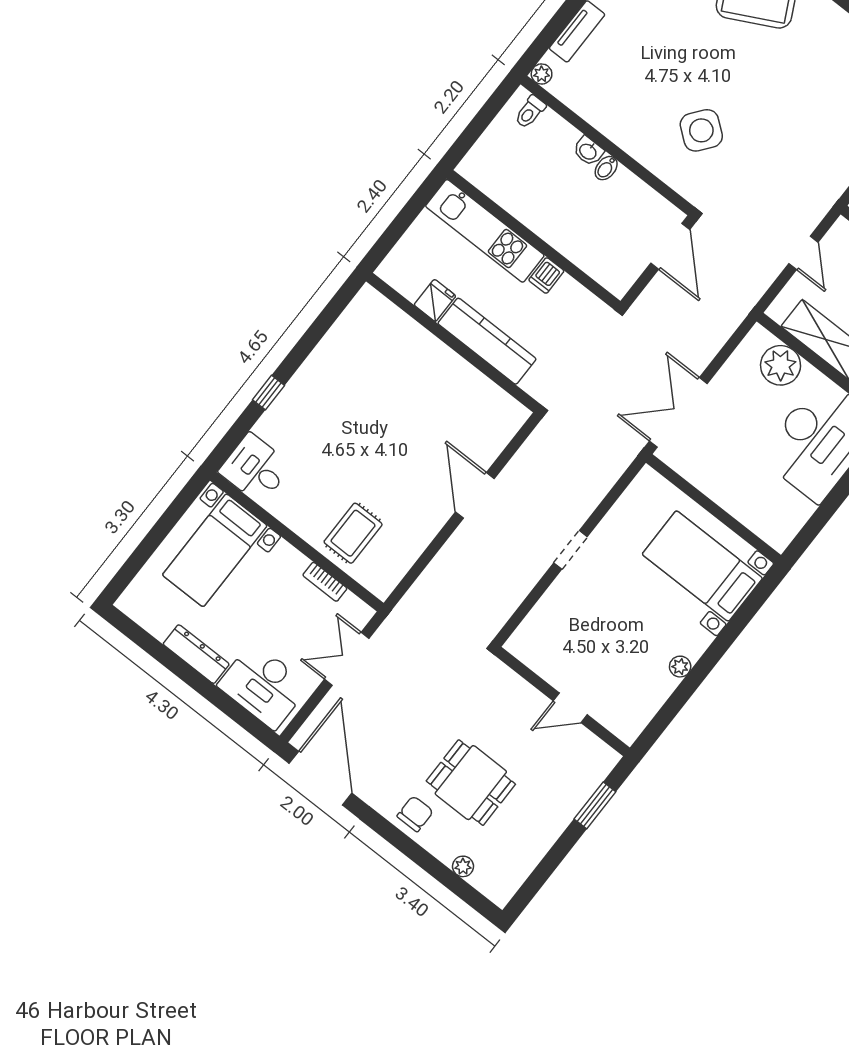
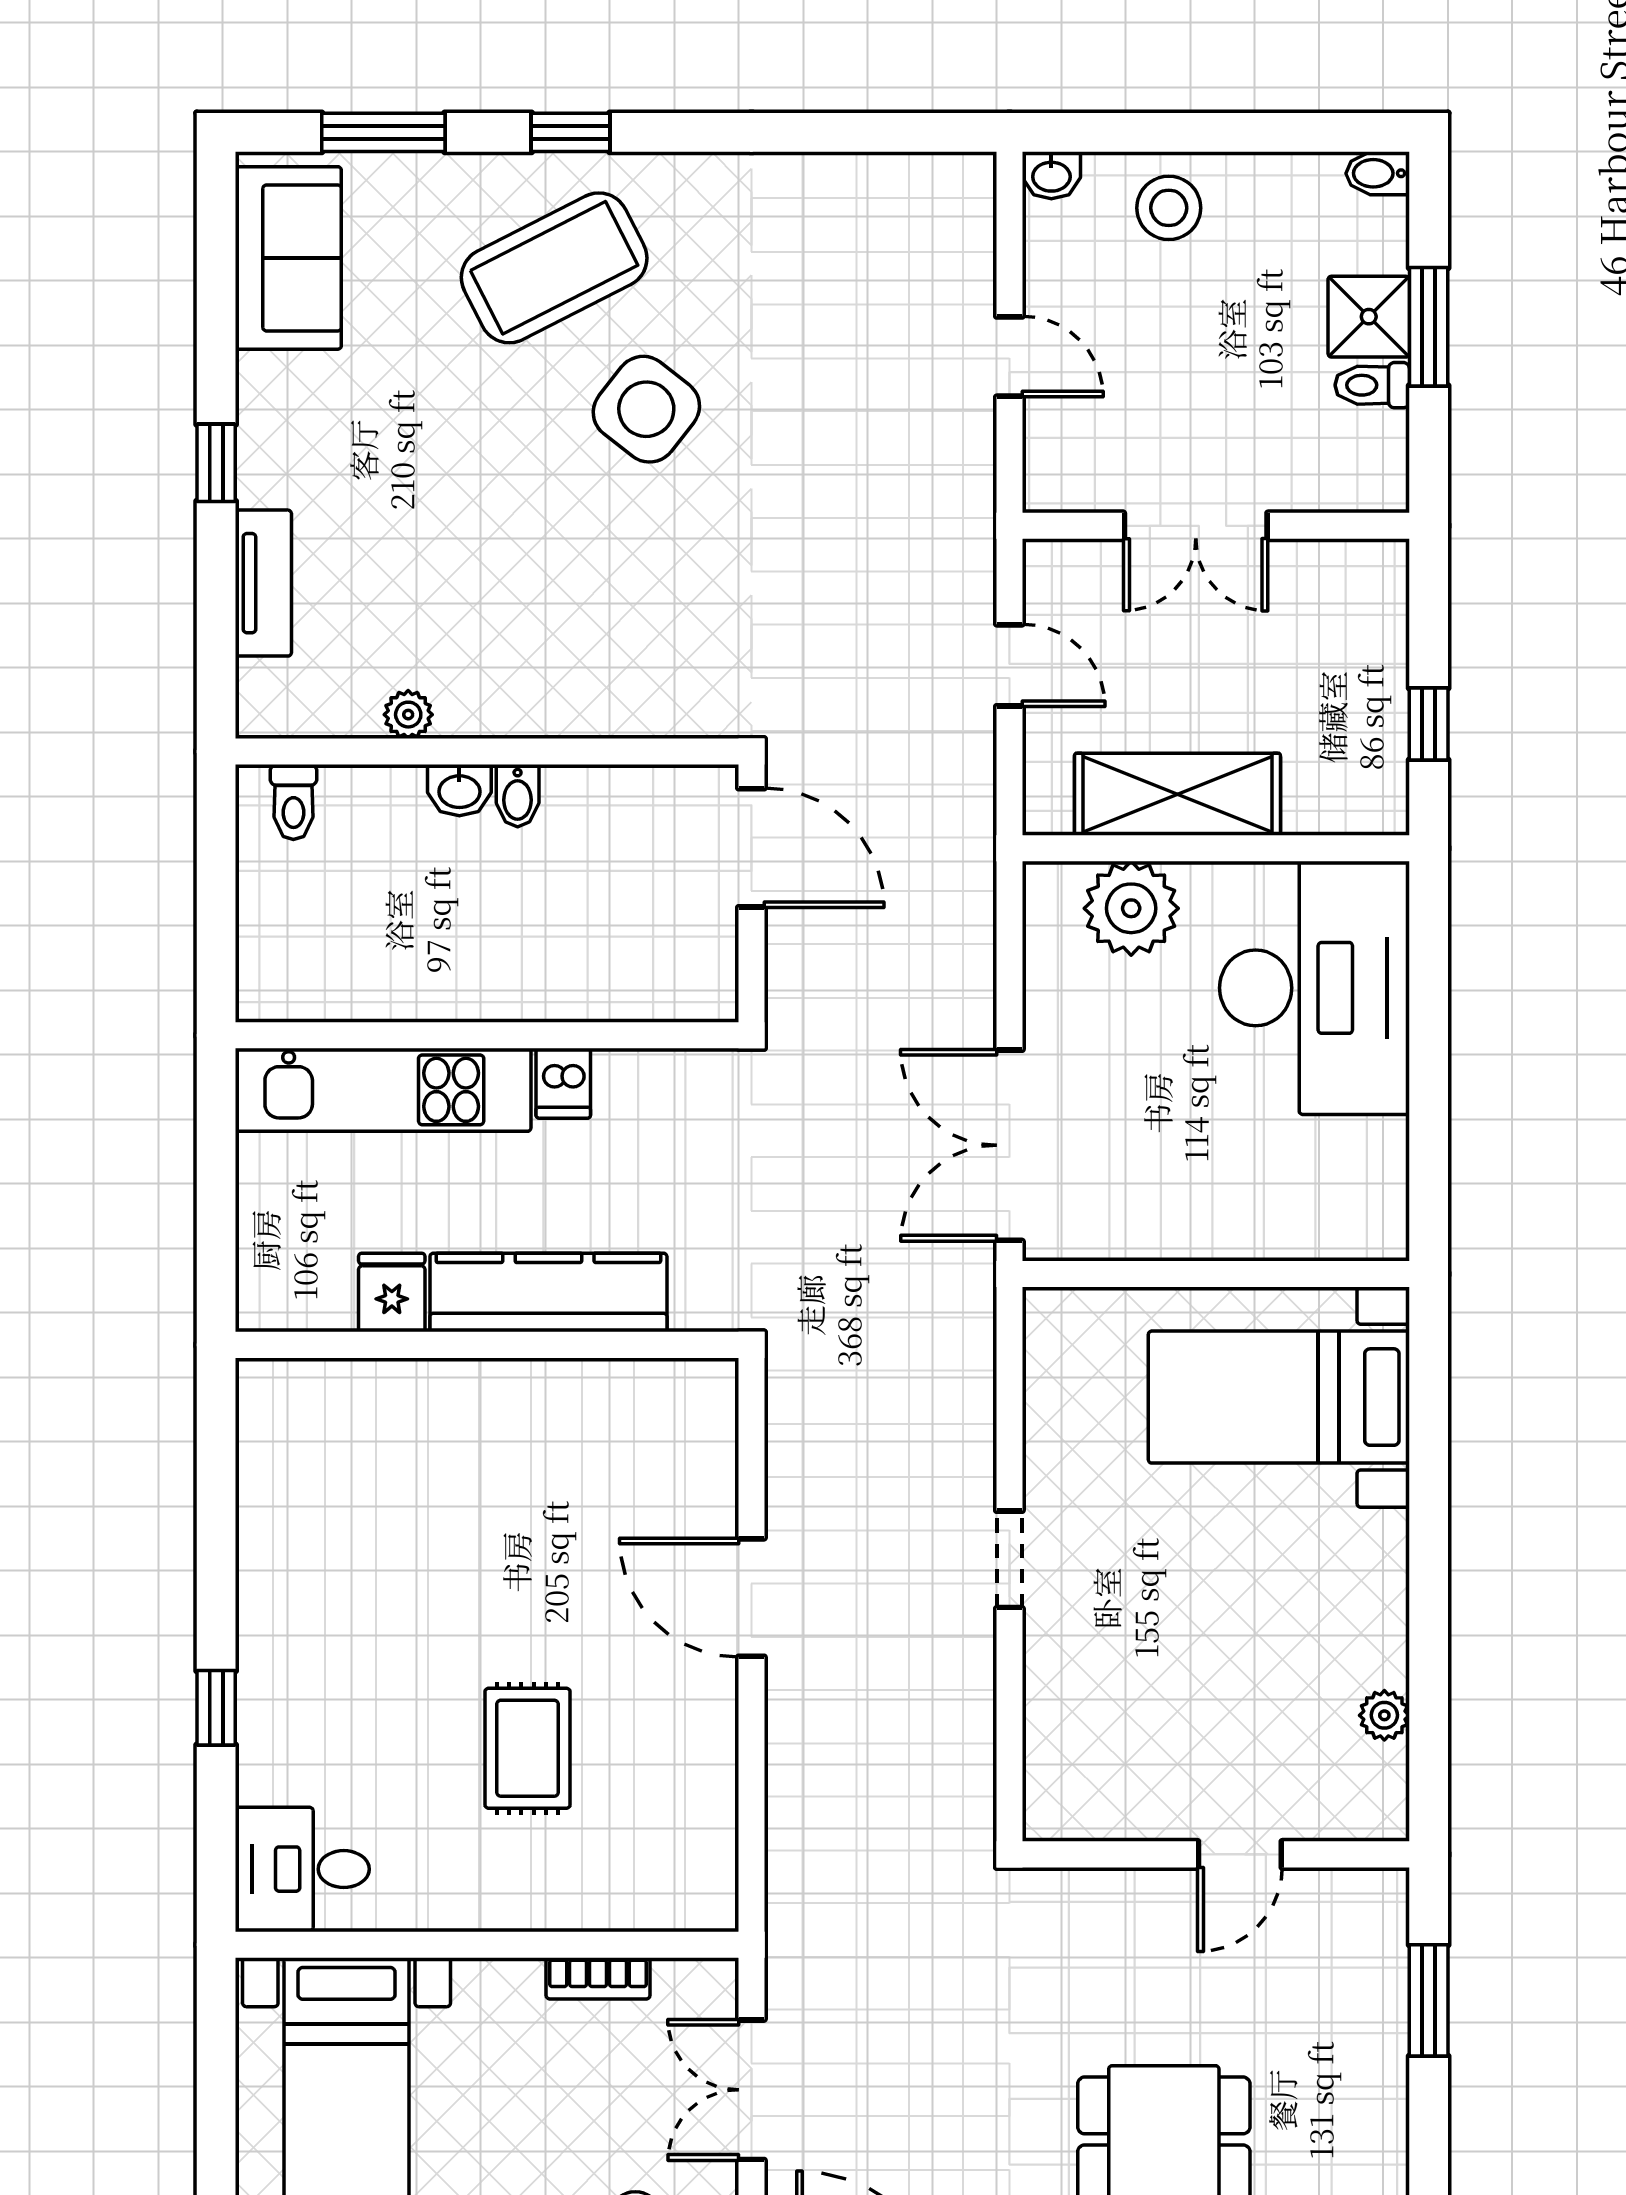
plant: (542, 74) -> (408, 715), moved
side table: (701, 130) -> (646, 409), moved
rug: (353, 533) -> (528, 1748), moved
plant: (680, 667) -> (1384, 1715), moved

